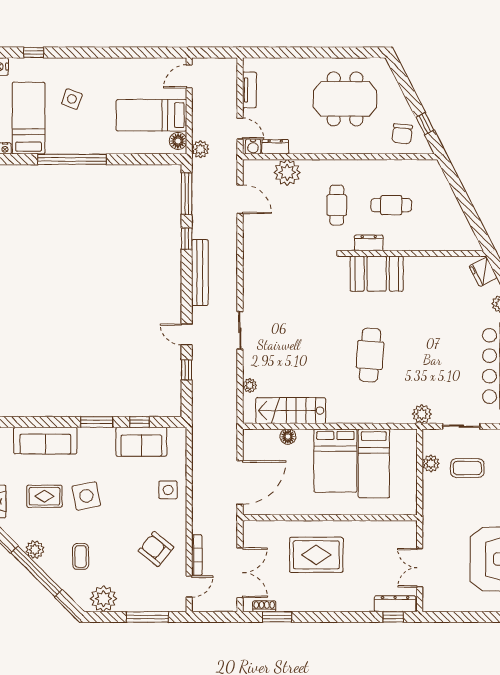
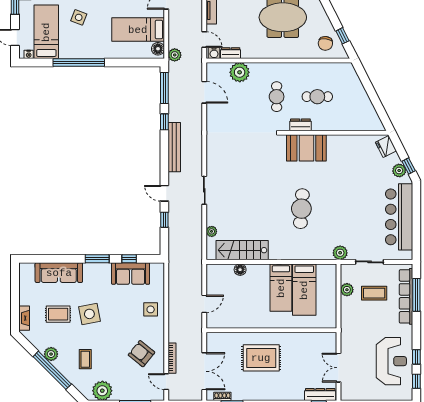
bed: (335, 461) -> (281, 288), width x0.67
door: (240, 482) -> (204, 304), width x0.53
door: (189, 587) -> (166, 382), swing flipped

